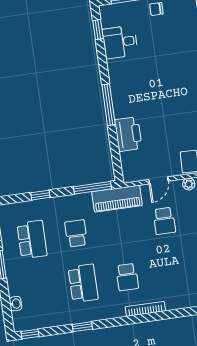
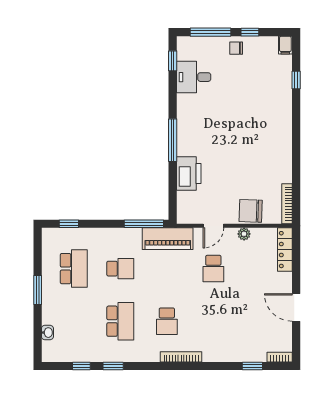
window: (40, 195) -> (69, 224), moved
school desk: (76, 233) -> (120, 269), turned 90
window: (30, 334) -> (81, 366), moved

